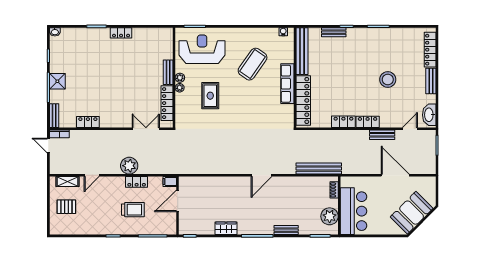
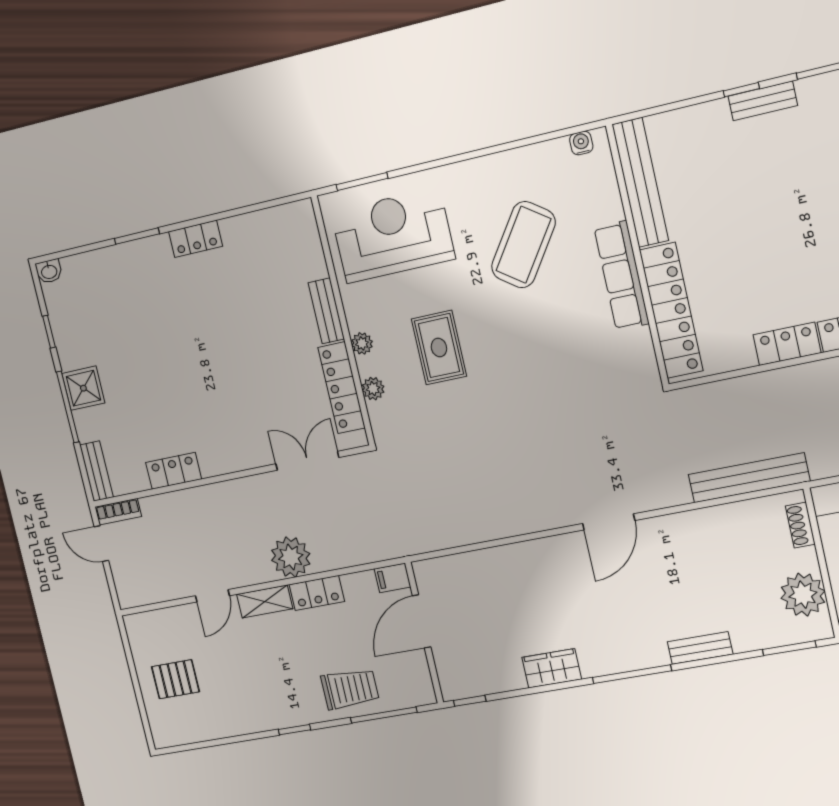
bench: (334, 32) -> (763, 101), moved
plant: (180, 78) -> (373, 389), moved
shelving: (68, 182) -> (265, 602), moved
trolley: (133, 210) -> (350, 689), moved

